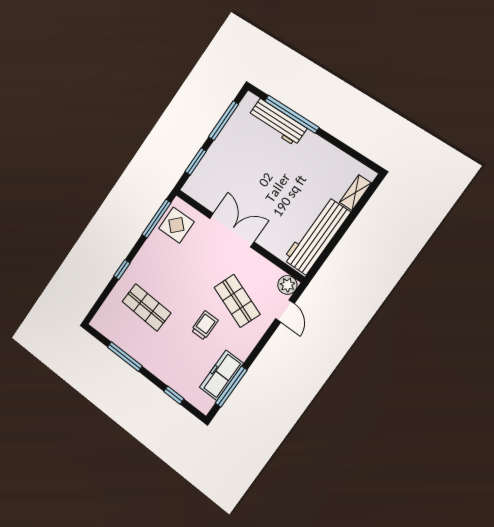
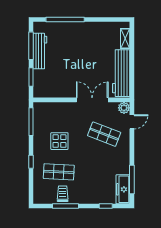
workbench: (277, 122) -> (40, 51), moved, turned -90
display table: (176, 225) -> (59, 141), moved
double door: (232, 230) -> (92, 100), moved
door: (285, 311) -> (132, 122), hinge flipped
trolley: (205, 325) -> (63, 194), moved
freezer: (221, 375) -> (123, 189), moved

